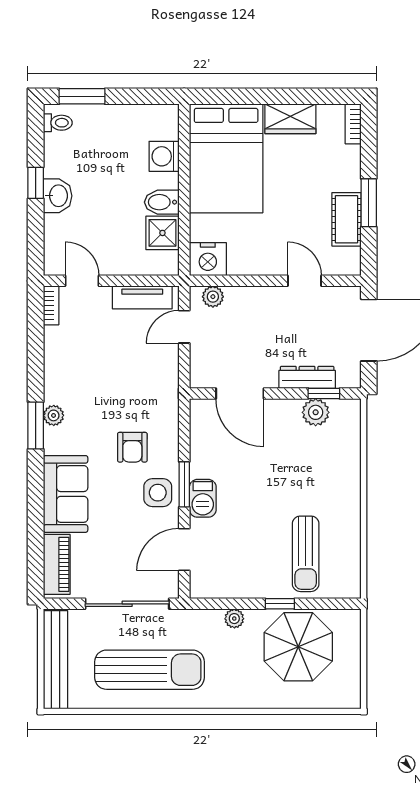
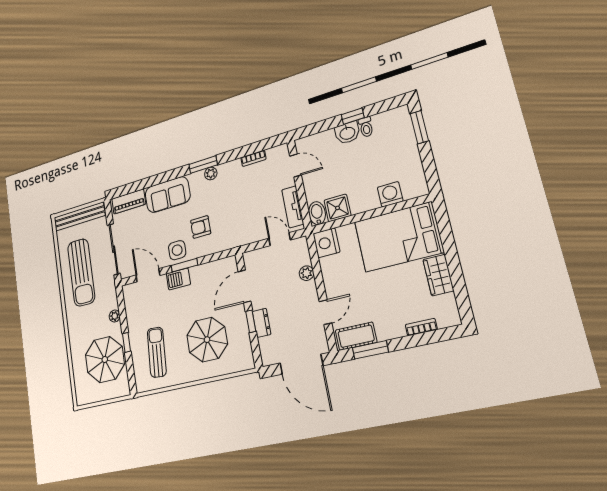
toilet: (58, 123) -> (366, 127), moved
bookcase: (353, 124) -> (421, 327), moved
bidet: (162, 202) -> (317, 213), moved
window: (369, 203) -> (370, 350), moved
cot: (347, 219) -> (356, 336), moved
door: (82, 281) -> (295, 165), hinge flipped
plant: (213, 297) -> (307, 273), moved
bookcase: (51, 305) -> (253, 158), moved
dresser: (307, 377) -> (262, 323), width x0.70
window: (324, 394) -> (251, 321), moved
plant: (316, 412) -> (242, 339), removed
parasol: (304, 467) -> (207, 340), added
sun lounger: (306, 554) -> (157, 352), turned 94

